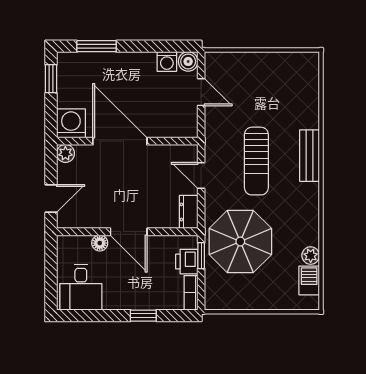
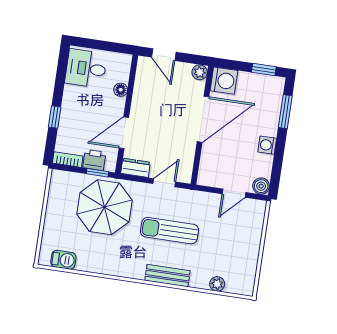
washing machine: (167, 62) -> (267, 145), moved
door: (129, 232) -> (124, 133), moved
plant: (311, 256) -> (217, 284), moved

